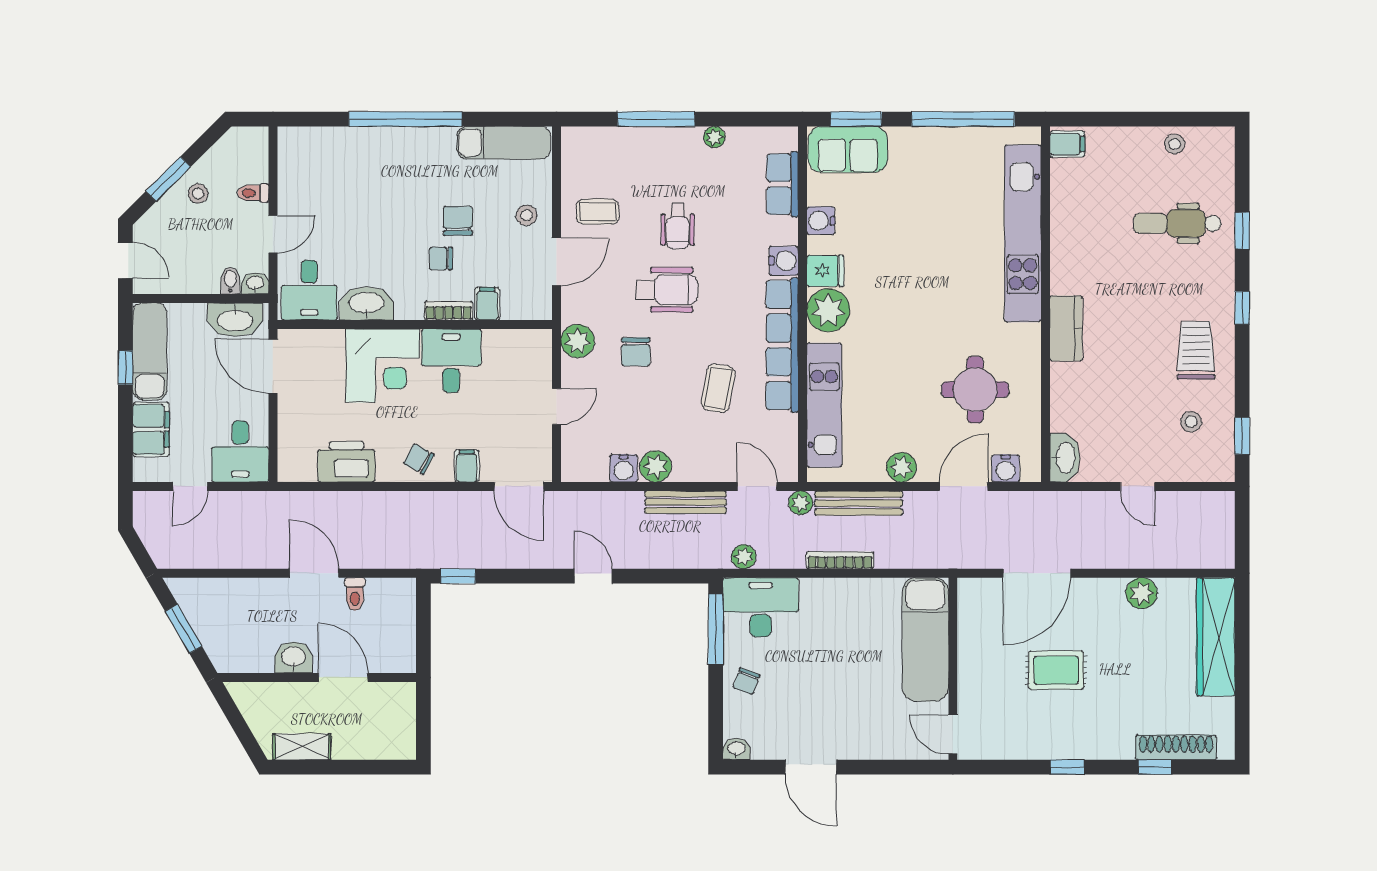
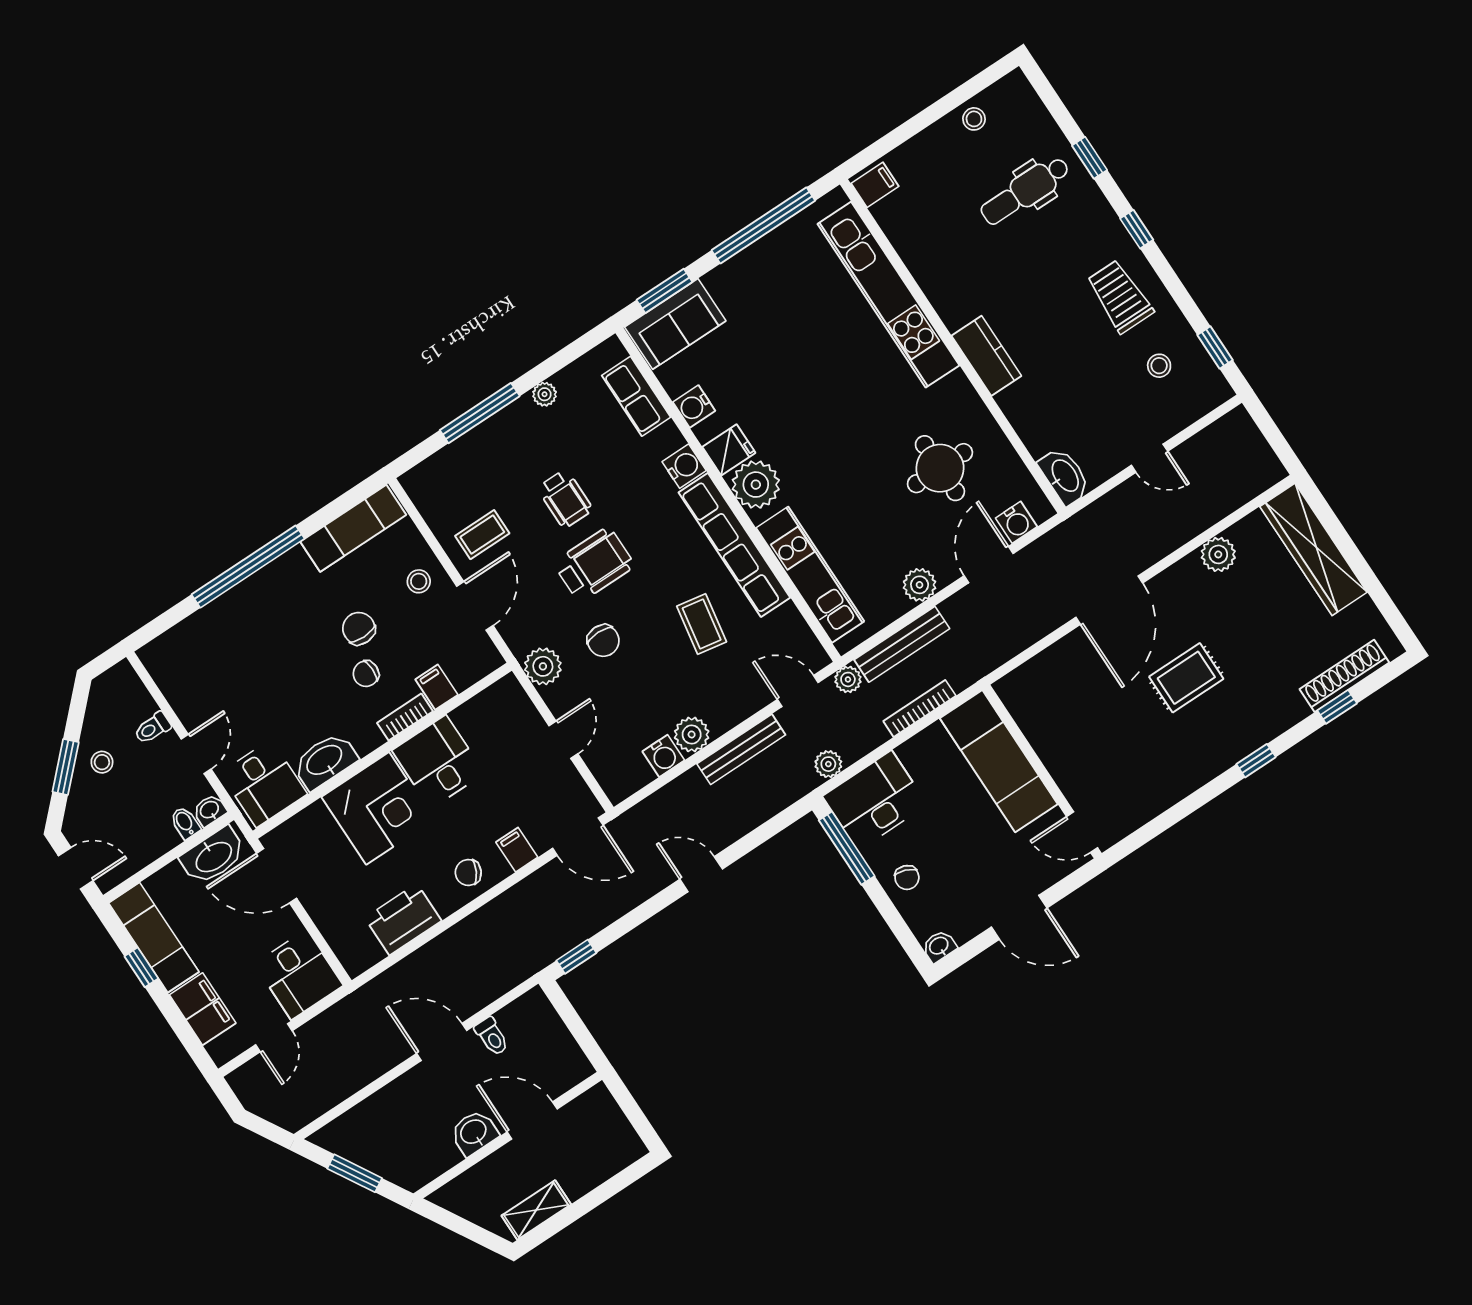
exam couch: (925, 639) -> (999, 761), moved
wall: (953, 669) -> (1042, 772), moved
door: (953, 734) -> (1082, 832), moved

